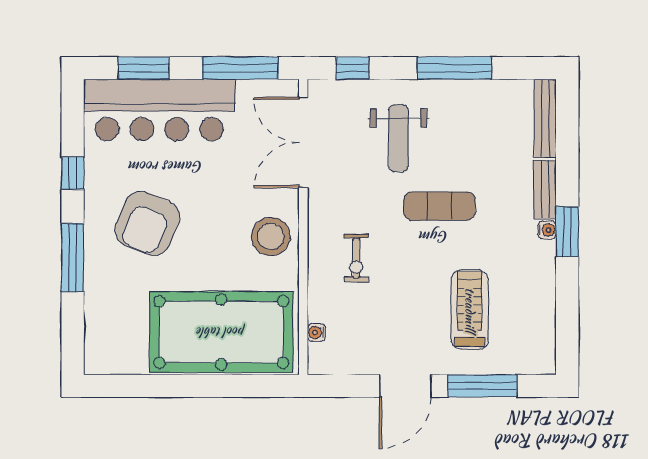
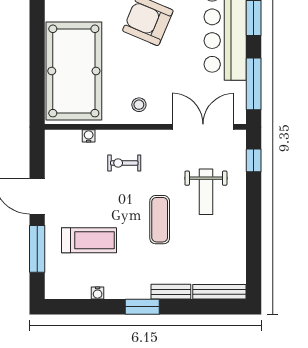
window: (454, 68) -> (254, 230), removed
weight bench: (399, 138) -> (206, 192), turned -90
water cooler: (547, 230) -> (98, 293), moved
stool: (271, 236) -> (139, 105), width x0.53, depth x0.53
water cooler: (317, 333) -> (89, 136), moved

